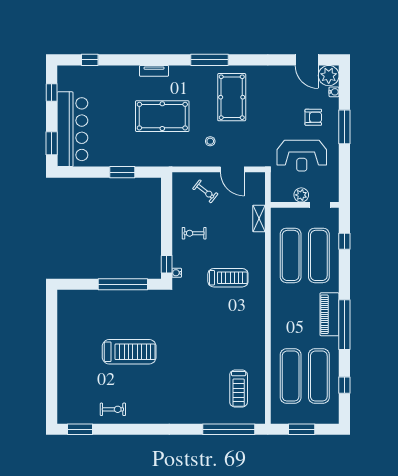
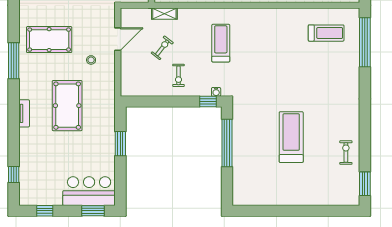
bar counter: (72, 129) -> (89, 191), width x0.73
exercise bike: (205, 191) -> (162, 48), moved

